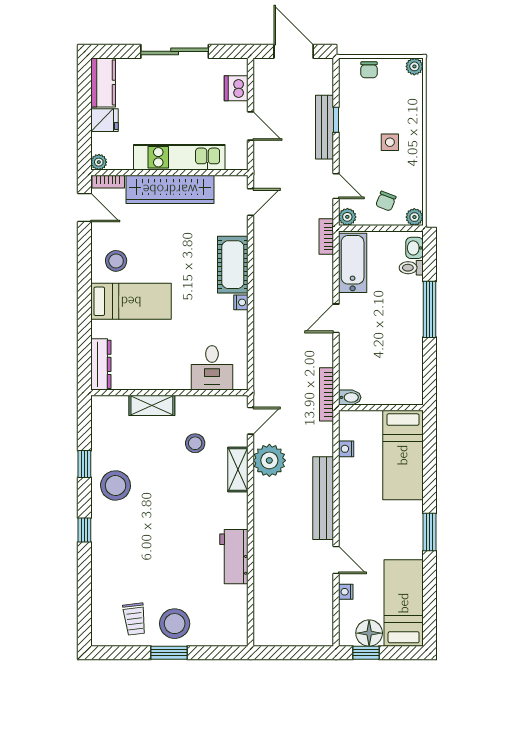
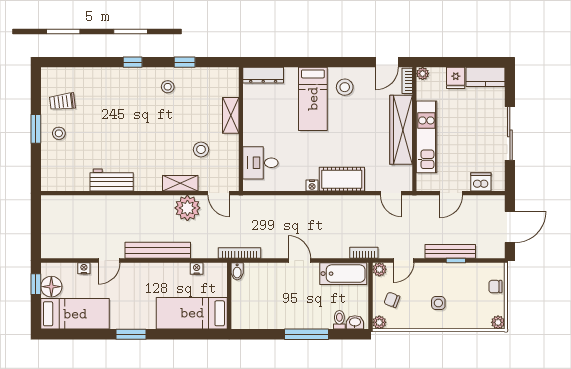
stool: (116, 485) -> (168, 87), width x0.53, depth x0.53
stool: (175, 624) -> (59, 133), width x0.53, depth x0.53

